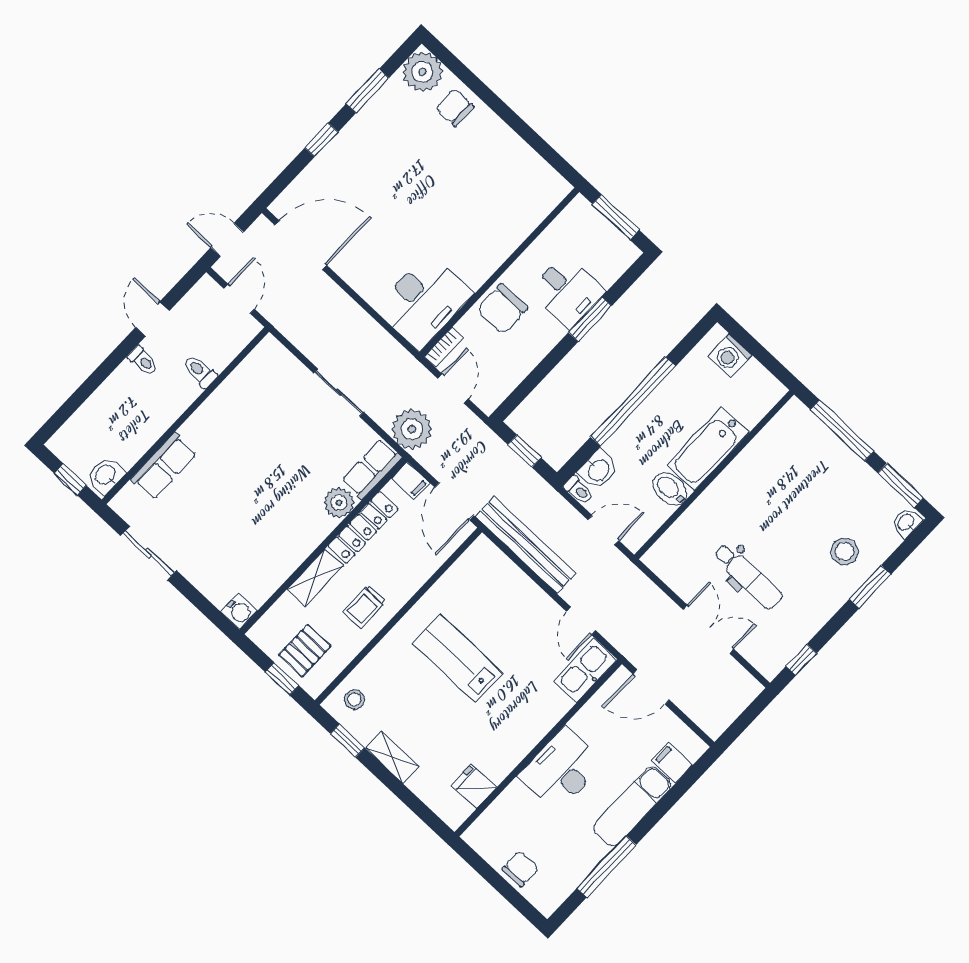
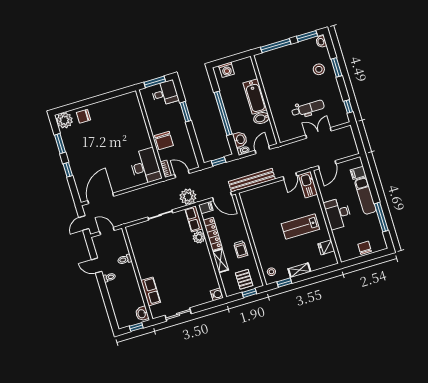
desk: (567, 291) -> (165, 93), moved
door: (581, 621) -> (290, 176), hinge flipped
lab bench: (458, 658) -> (300, 227), moved

